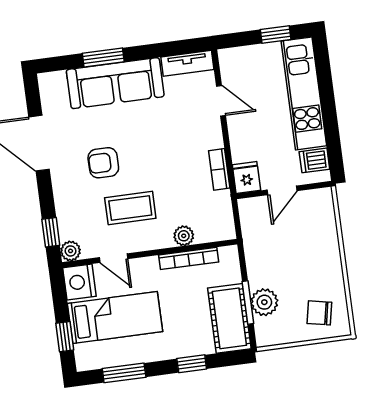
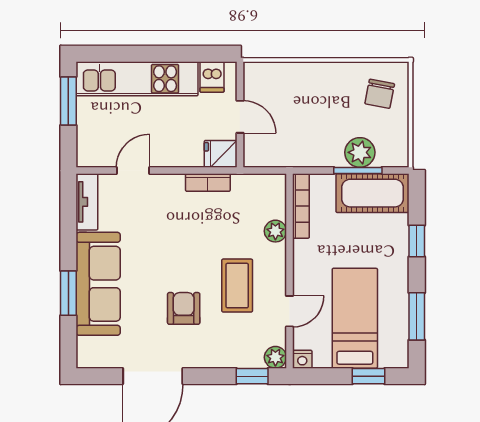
window: (276, 35) -> (68, 101), width x1.50
armchair: (103, 163) -> (184, 308), turned 180
bookcase: (189, 258) -> (301, 206), moved
nightstand: (79, 282) -> (302, 359), width x0.53, depth x0.56

